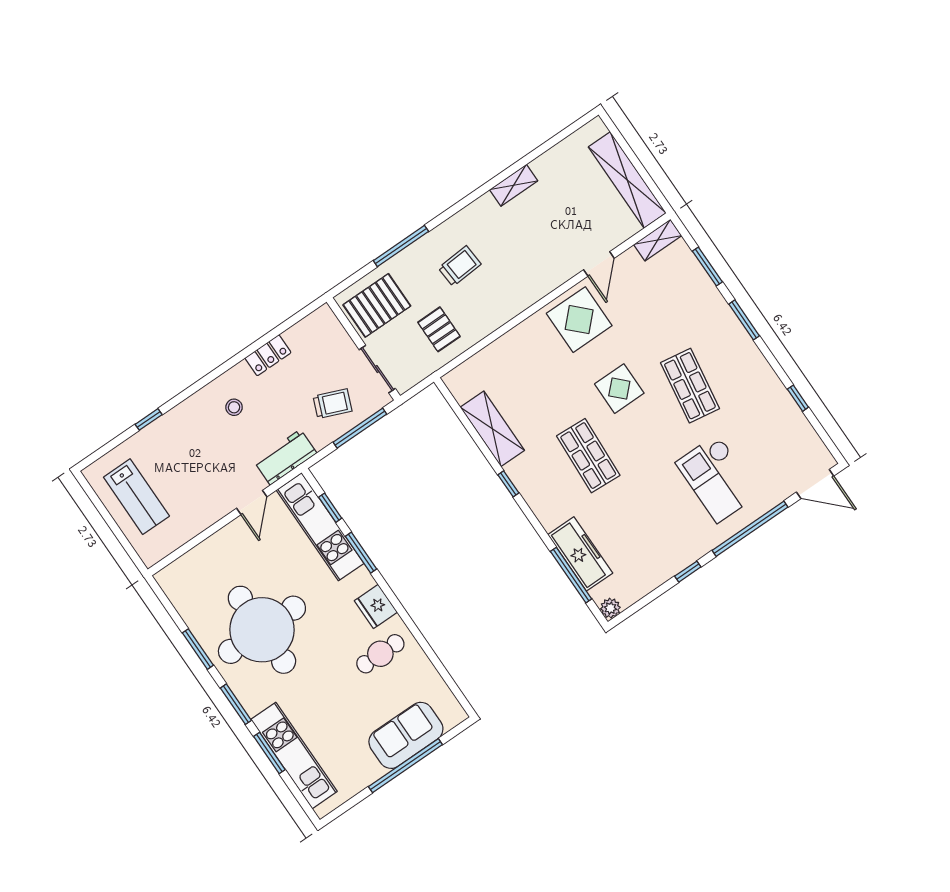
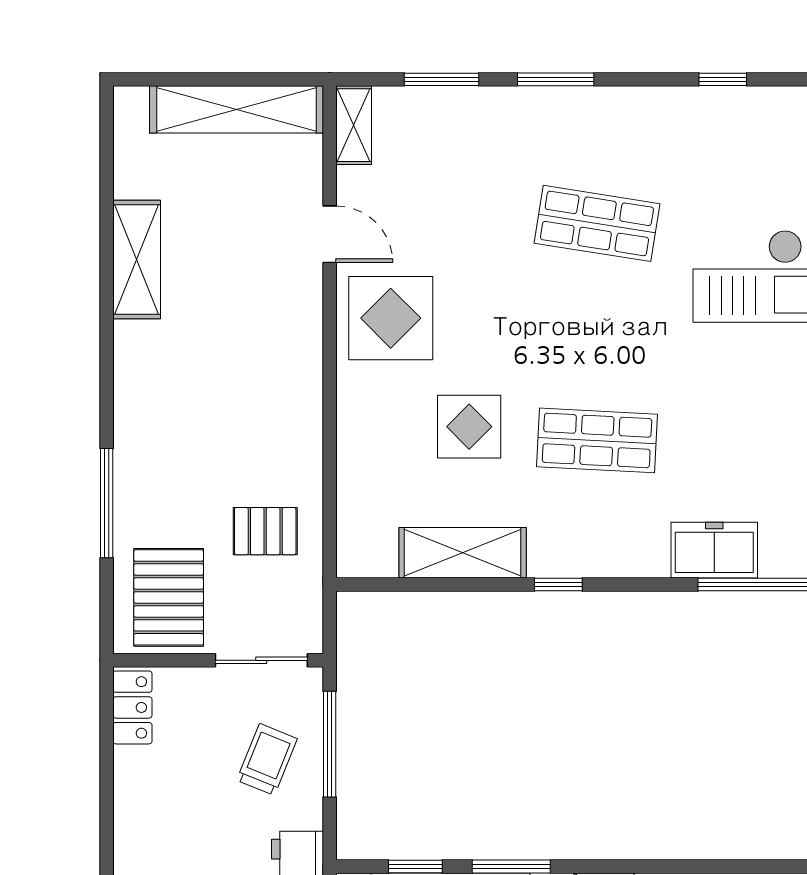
shelving: (514, 185) -> (137, 260), width x1.50, depth x1.33
trolley: (460, 266) -> (194, 438), removed
locker: (268, 355) -> (132, 707), moved
display table: (619, 389) -> (469, 427), moved
freezer: (580, 554) -> (714, 550), width x0.71

